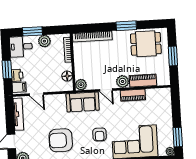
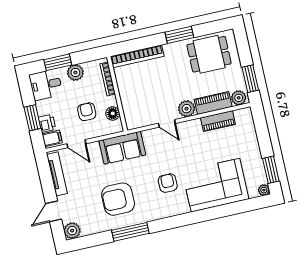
window: (173, 56) -> (250, 79), moved
armchair: (48, 72) -> (87, 112), added
plant: (81, 85) -> (239, 98), moved
piano: (133, 95) -> (218, 121), moved
sofa: (83, 102) -> (122, 148), moved
armchair: (100, 134) -> (168, 183), turned 180

